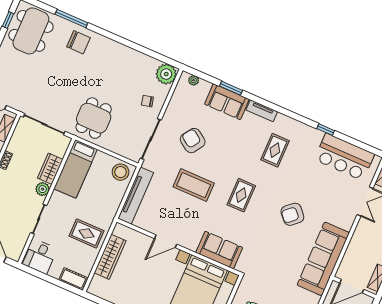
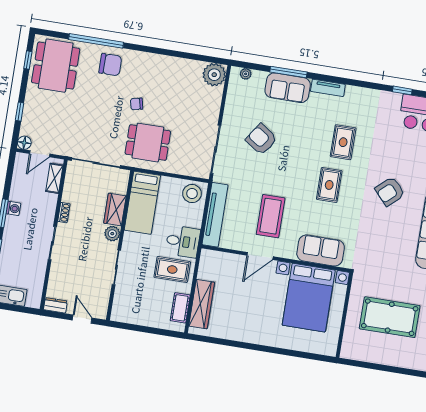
window: (71, 19) -> (96, 41), width x1.46
window: (231, 88) -> (288, 72), width x1.44
chair: (147, 101) -> (137, 104), moved
dining table: (94, 118) -> (148, 143), turned 90
rug: (275, 150) -> (343, 142), moved
coffee table: (194, 185) -> (271, 216), moved, turned 90
desk: (40, 256) -> (183, 242), moved, turned -90
wardrobe: (110, 257) -> (202, 304), moved
cot: (73, 279) -> (180, 308), moved, turned 90

